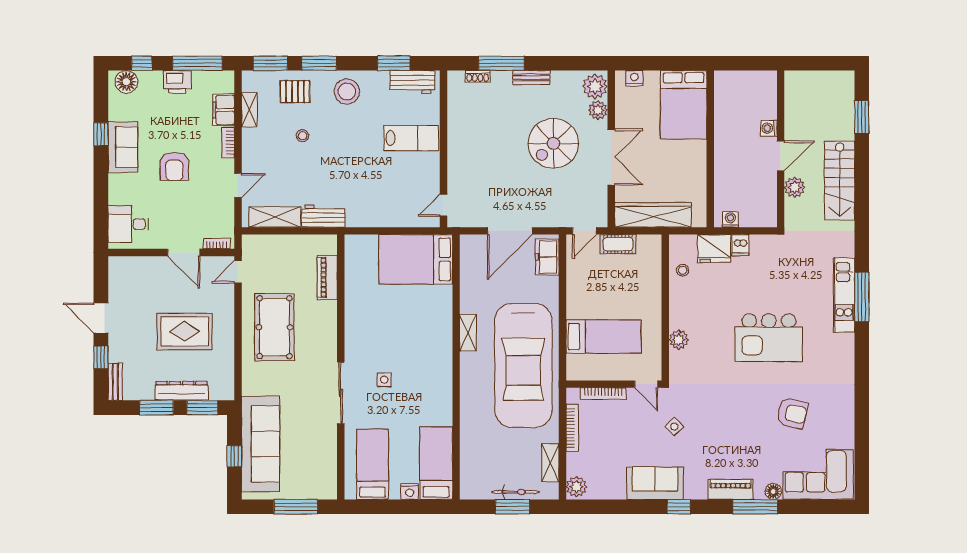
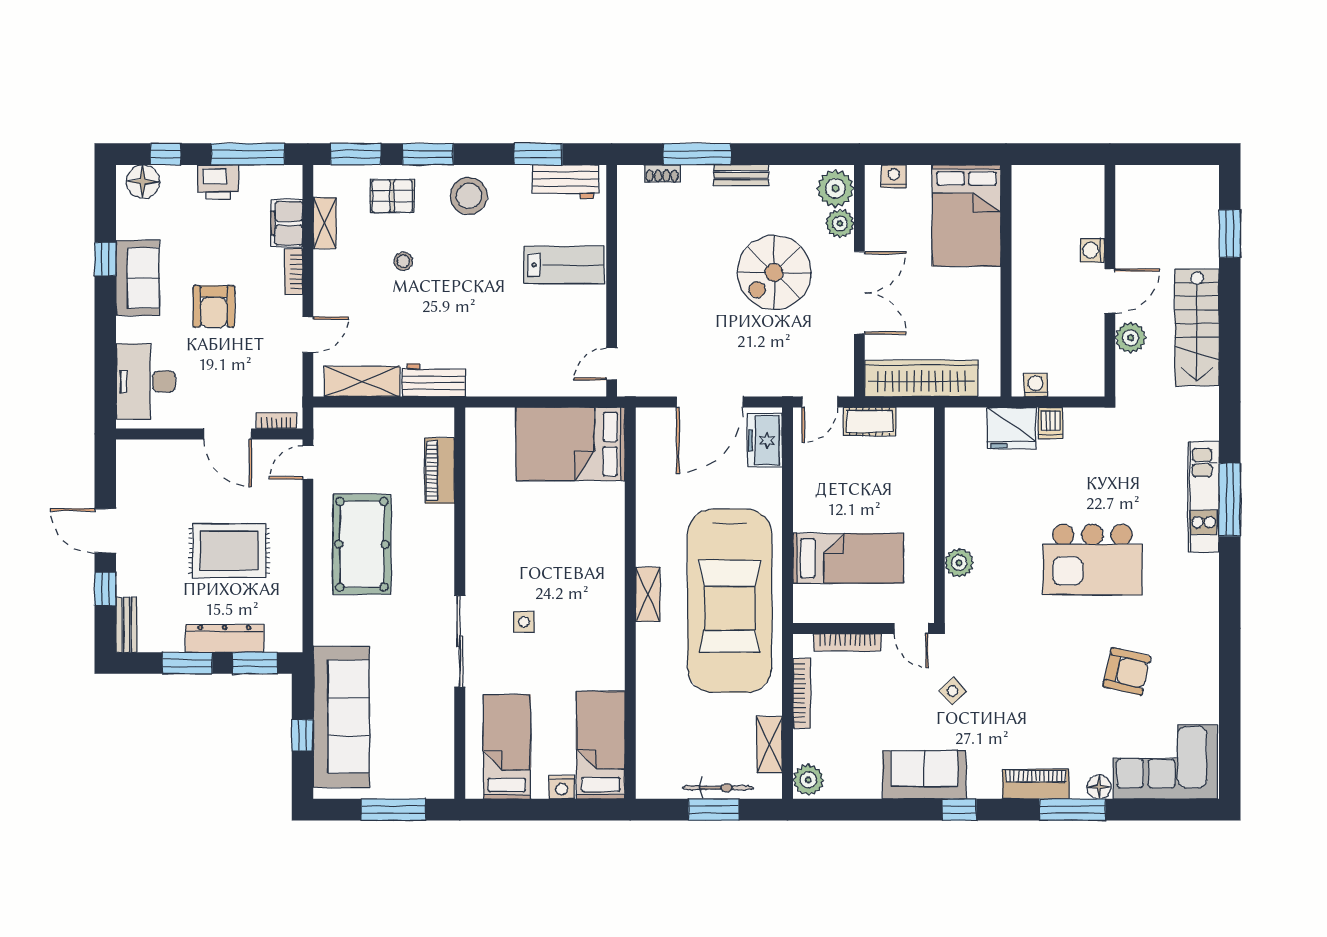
desk: (128, 224) -> (146, 382), width x1.37
stool: (683, 270) -> (965, 460), removed
shelving: (468, 333) -> (648, 594), moved

